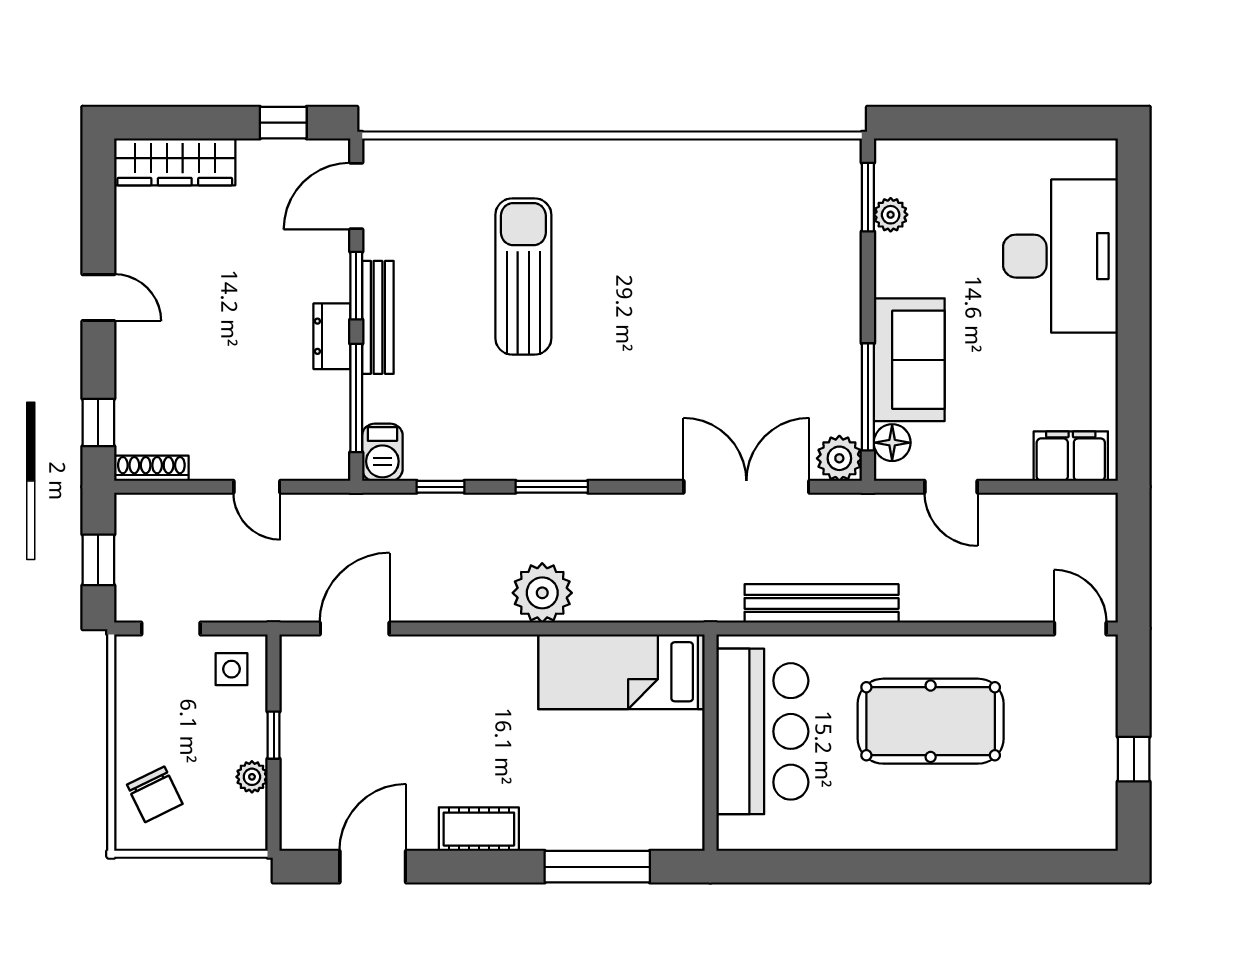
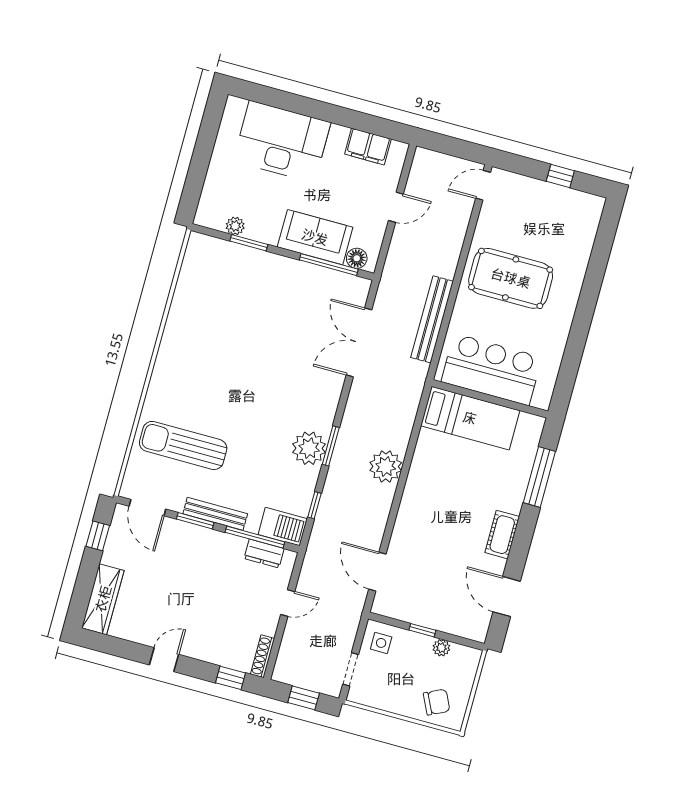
window: (868, 197) -> (249, 243), moved
sun lounger: (523, 276) -> (183, 445), moved
dresser: (332, 336) -> (264, 554), moved
barbecue: (382, 452) -> (283, 527), width x1.38, depth x1.27
filing cabinet: (1071, 456) -> (368, 146), moved, turned -90
plant: (839, 458) -> (309, 448), moved, width x1.36, depth x1.36
door: (951, 487) -> (396, 207), moved
bed: (621, 672) -> (470, 418), moved, turned -90
pool table: (931, 721) -> (511, 278), turned 90

